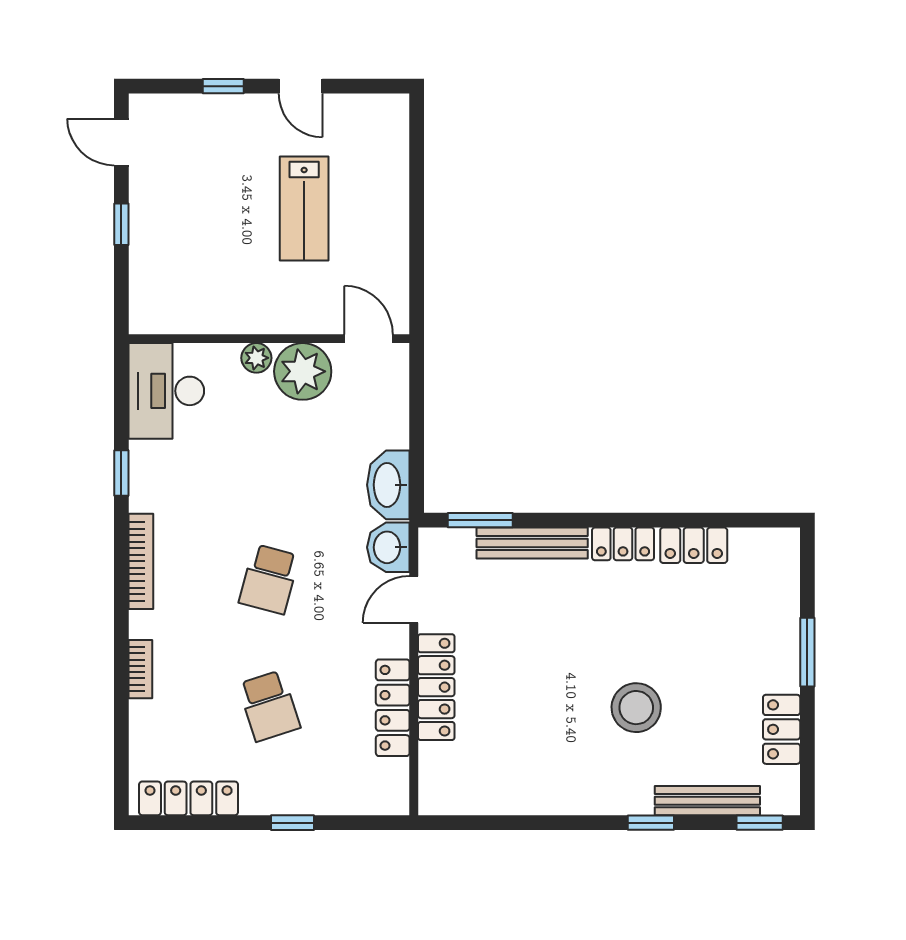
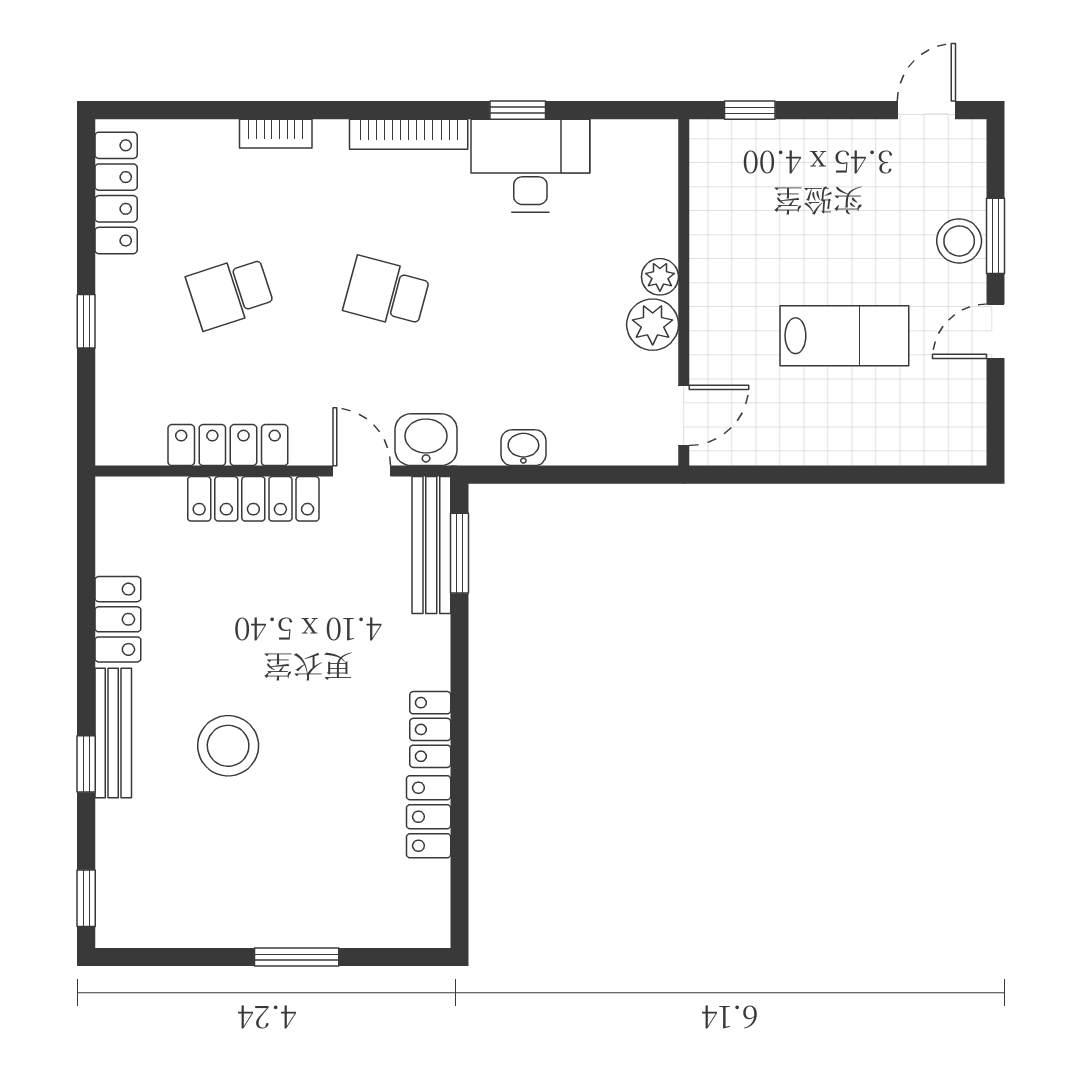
window: (223, 86) -> (995, 236), width x1.50
stool: (227, 116) -> (959, 241), added
lab bench: (304, 209) -> (844, 336), turned 180
window: (121, 224) -> (750, 110), moved
plant: (303, 371) -> (653, 325), width x0.73, depth x0.73
desk: (166, 391) -> (530, 166), moved
washbasin: (388, 485) -> (523, 448), width x0.52, depth x0.69
bench: (532, 543) -> (431, 545), moved
locker: (782, 729) -> (118, 619), moved, turned 90
bench: (707, 801) -> (113, 733), moved

